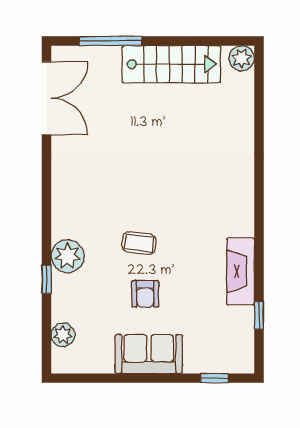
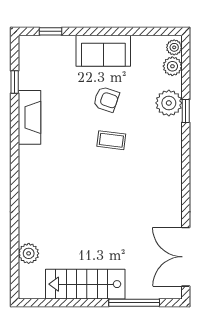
plant: (242, 58) -> (29, 253), moved
plant: (68, 256) -> (169, 103), moved
armchair: (145, 294) -> (106, 99), turned 109
plant: (61, 358) -> (174, 47), added

